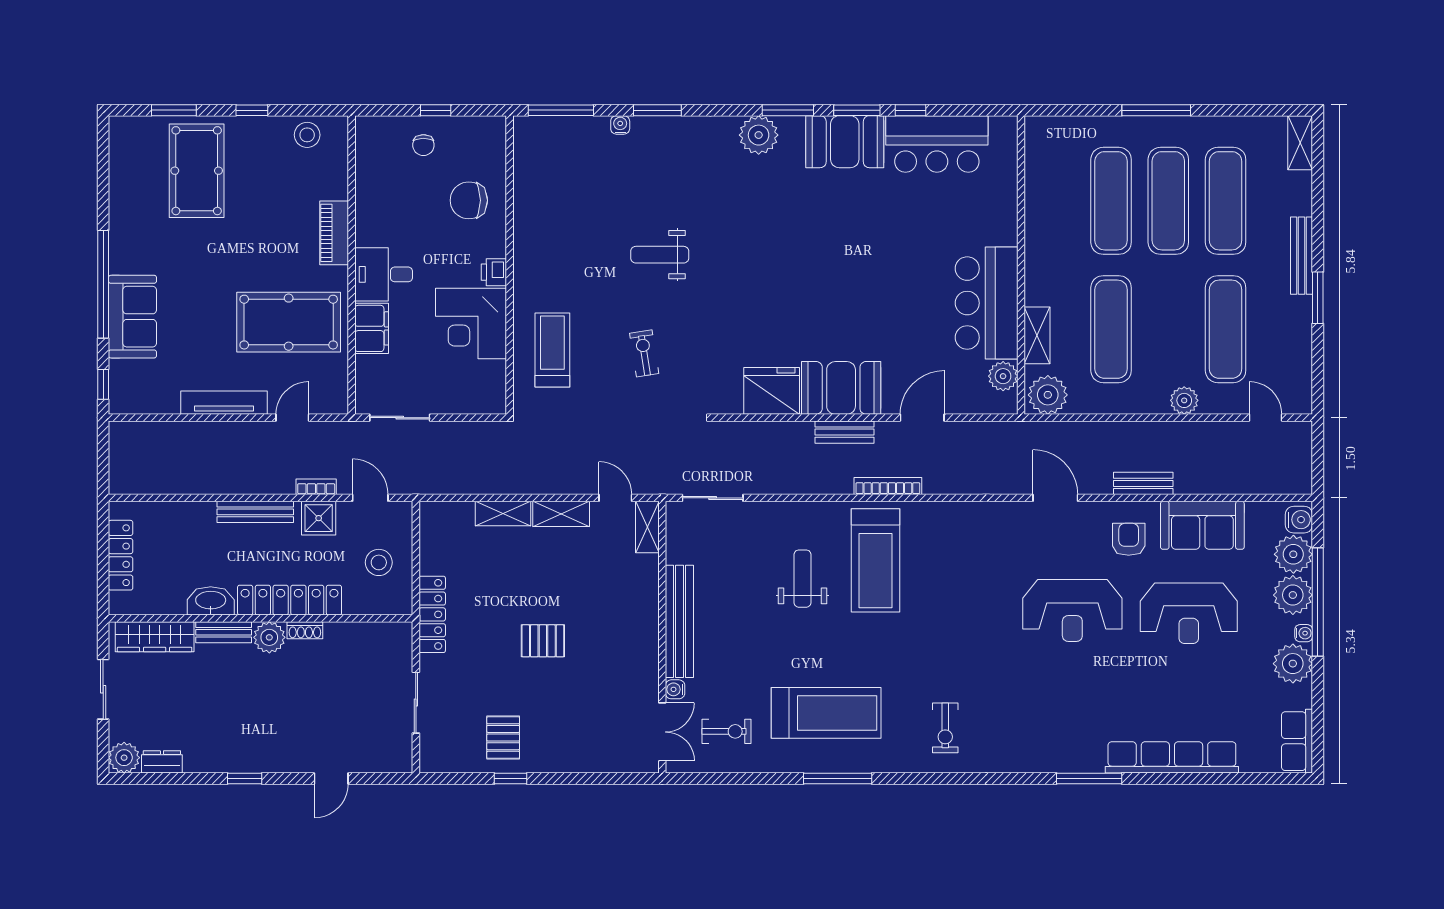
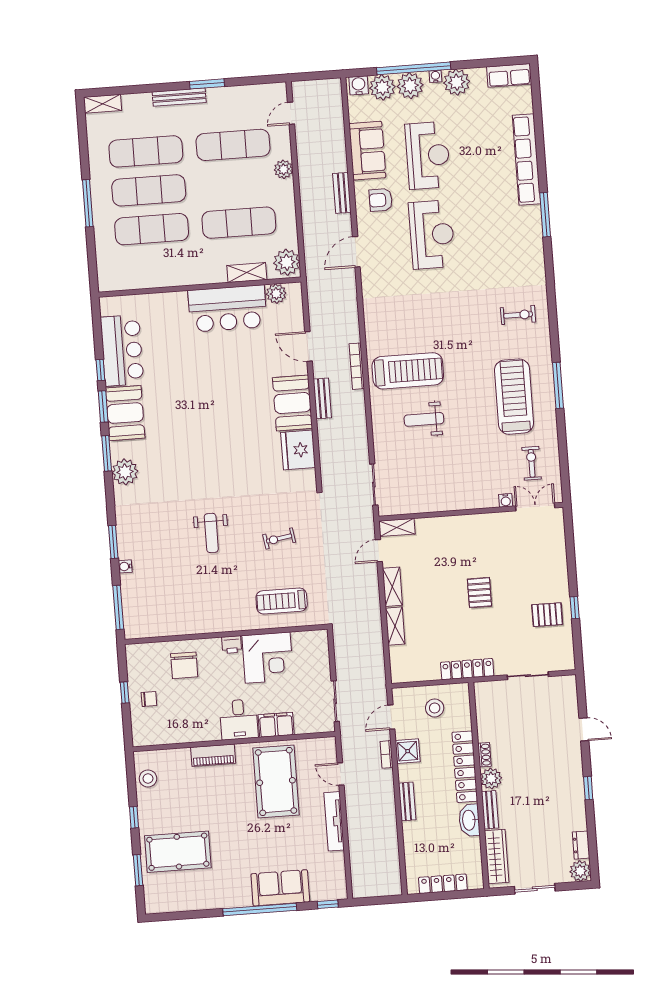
bench: (255, 512) -> (407, 801), width x0.73
bench: (679, 621) -> (459, 501), removed

